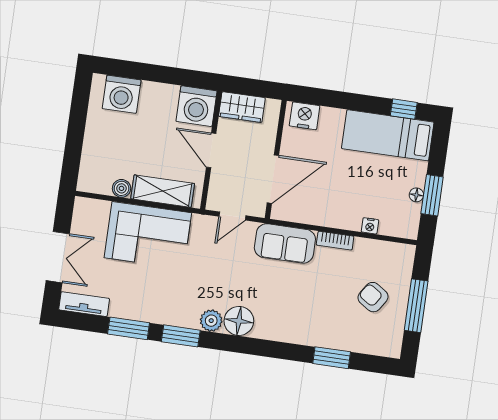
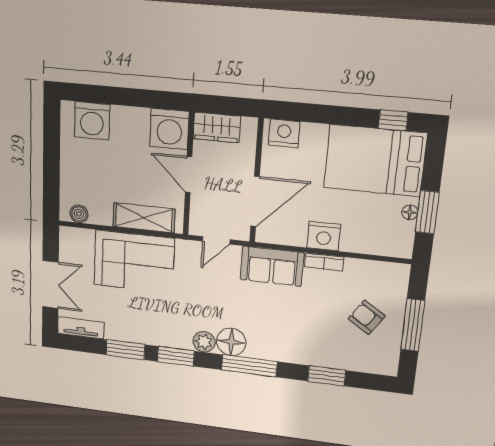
bed: (388, 135) -> (375, 161), width x1.50
boiler: (121, 188) -> (79, 214), moved
nightstand: (370, 226) -> (324, 236), moved, width x1.89, depth x1.79
window: (255, 347) -> (249, 366), added

